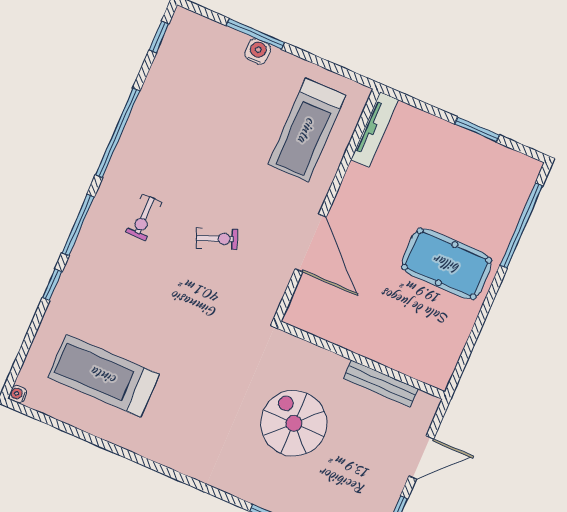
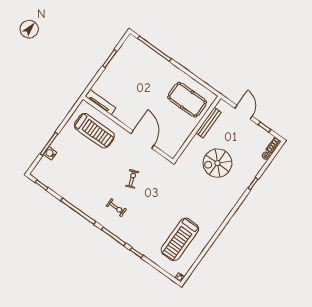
water cooler: (258, 51) -> (50, 153), moved
door: (311, 243) -> (143, 139), hinge flipped
pool table: (447, 264) -> (187, 100), moved, turned 90

